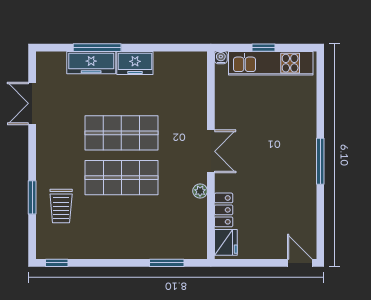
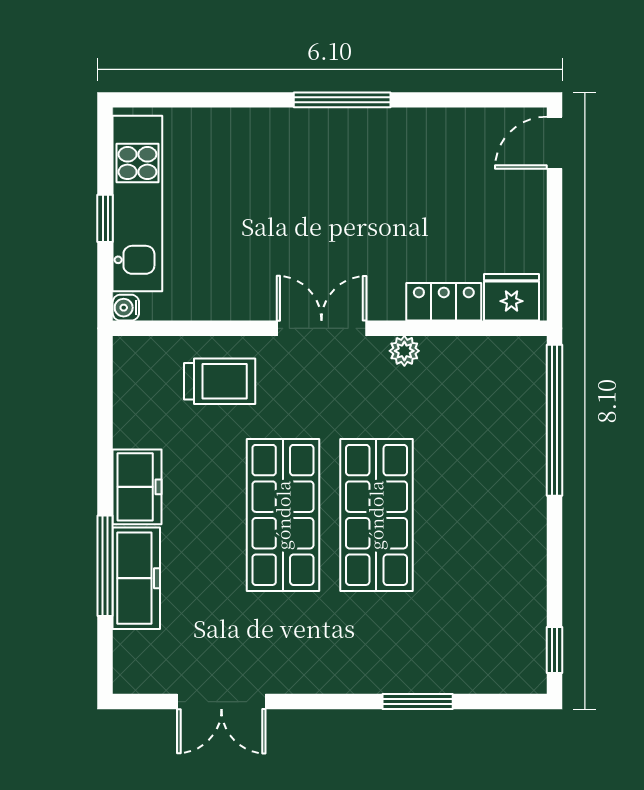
trolley: (61, 206) -> (220, 381), moved
window: (167, 263) -> (554, 420), width x2.11

